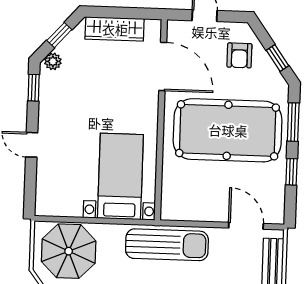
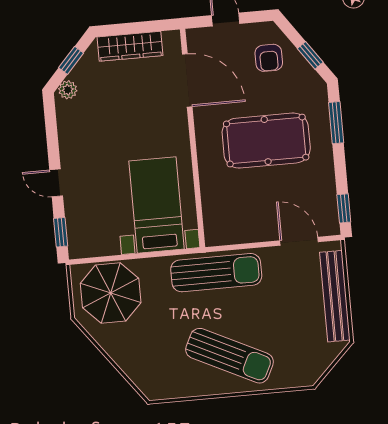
window: (34, 88) -> (61, 232), moved
pool table: (228, 130) -> (266, 141), width x0.73, depth x0.76
window: (291, 172) -> (344, 208), moved

